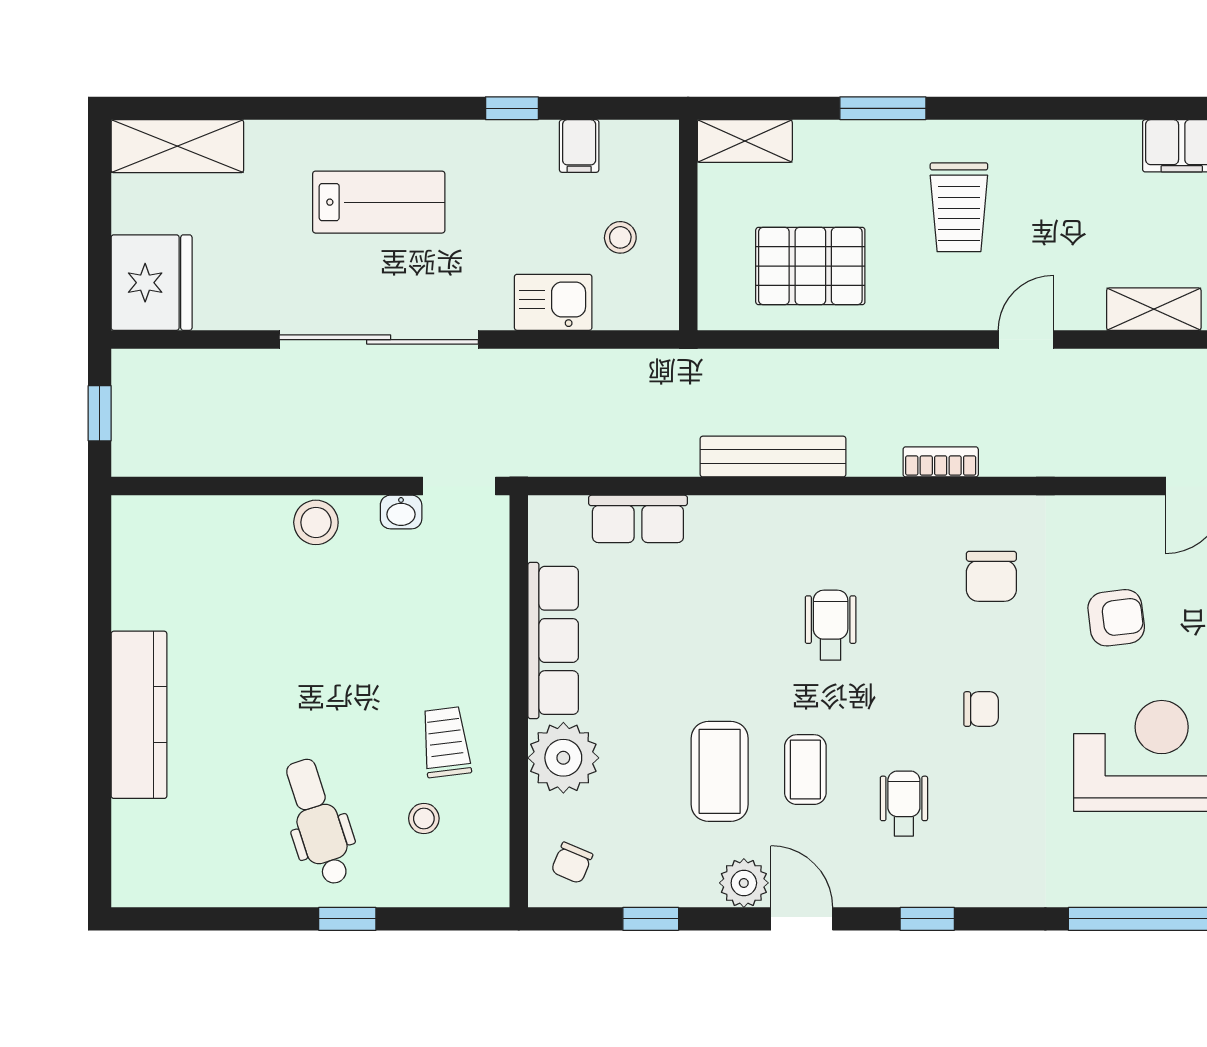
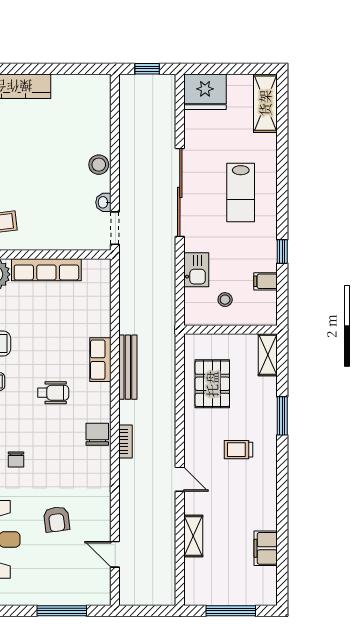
trolley: (959, 207) -> (238, 450), width x0.73, depth x0.72
row of seats: (638, 519) -> (100, 360), moved
chair: (991, 576) -> (97, 434), moved, turned 90

